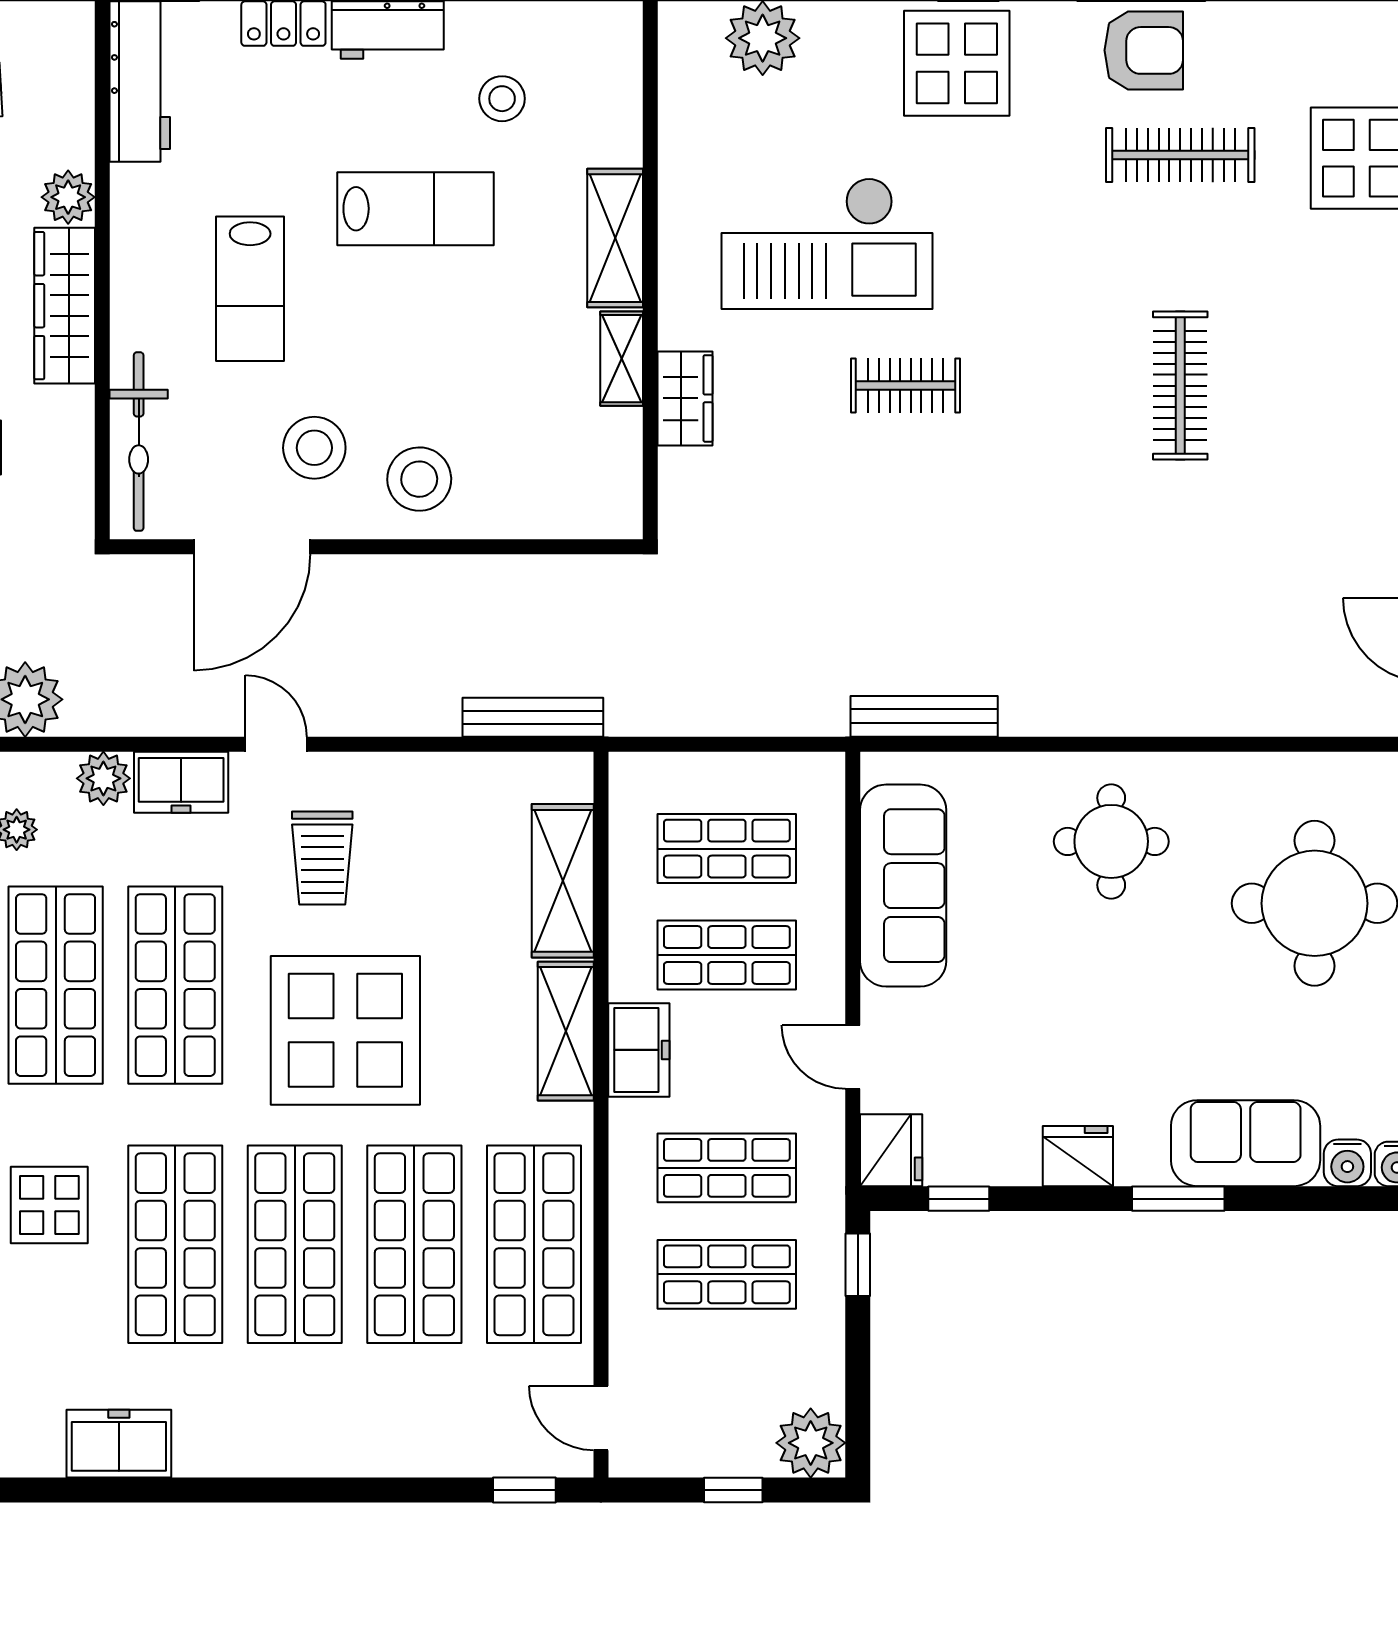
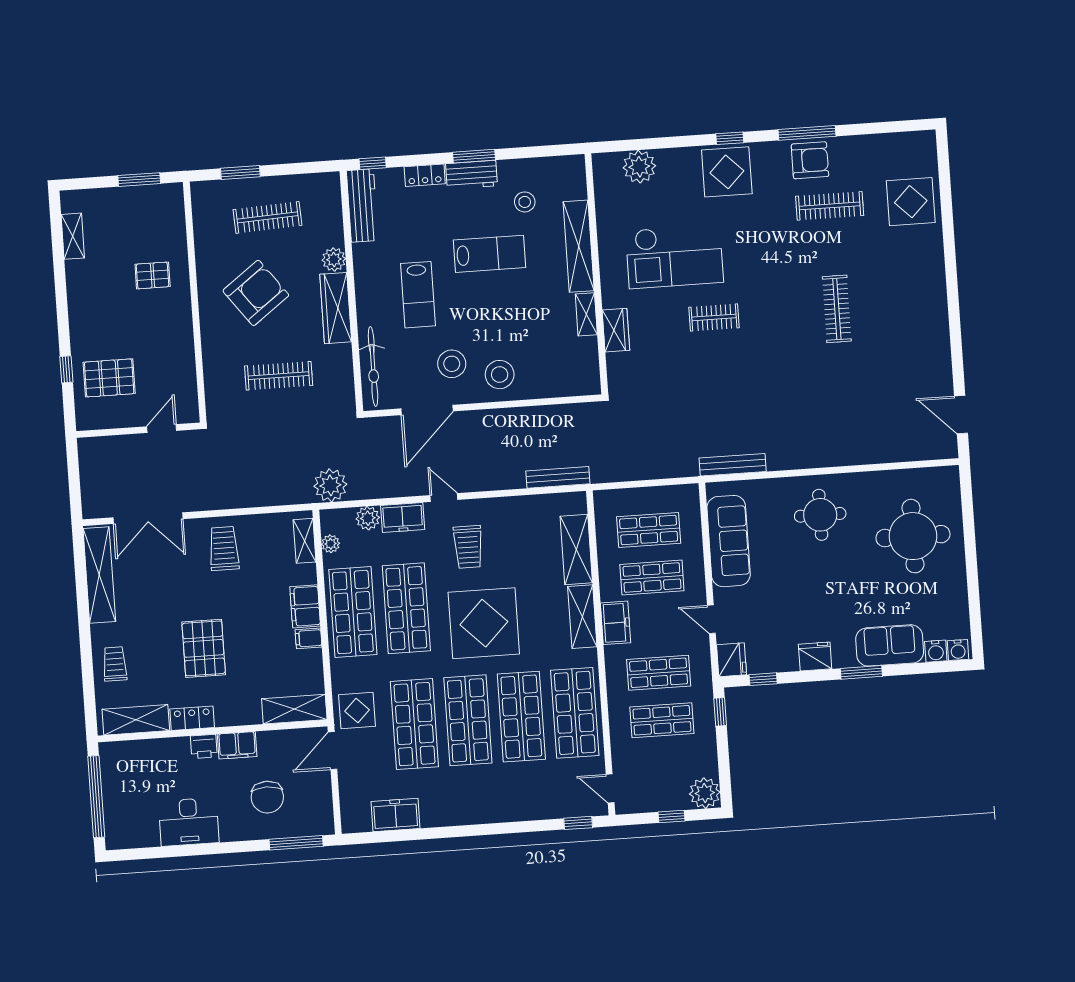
shelving: (615, 238) -> (579, 246), width x1.47

